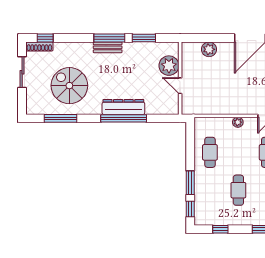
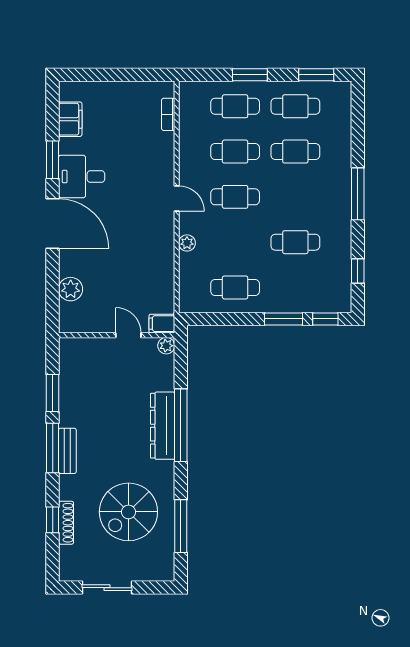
window: (45, 38) -> (53, 520), moved
shoe rack: (39, 46) -> (66, 523), moved
plant: (169, 66) -> (166, 346), moved, width x0.53, depth x0.53
door: (180, 86) -> (128, 335), swing flipped
filing cabinet: (187, 107) -> (162, 324), added

